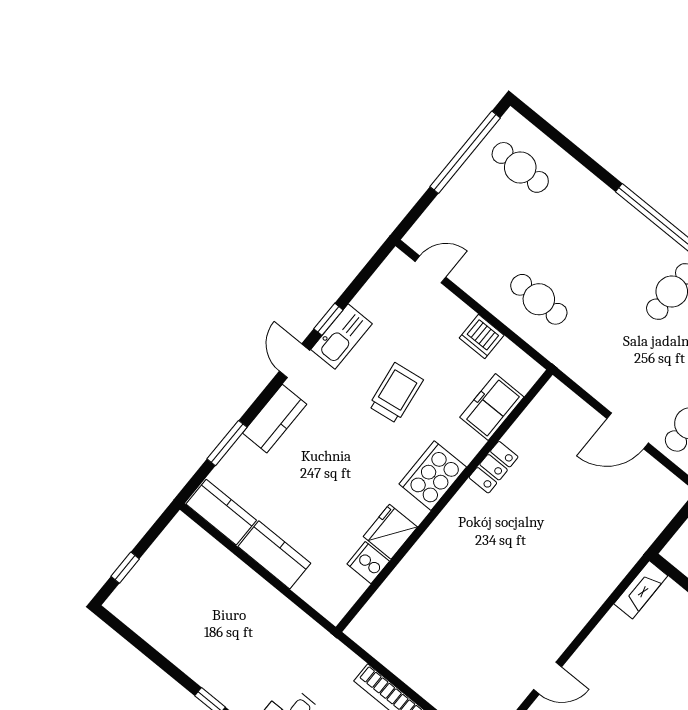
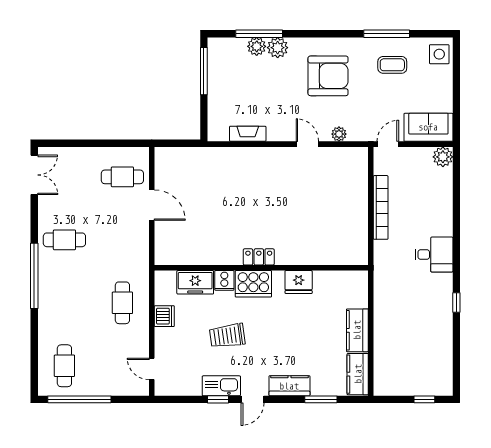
locker: (494, 467) -> (259, 257), moved
cooker: (368, 563) -> (224, 280), moved
fireplace: (641, 590) -> (248, 134), moved

